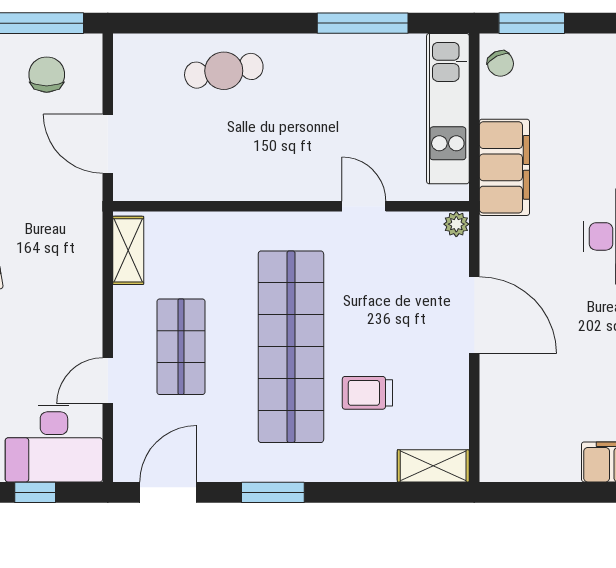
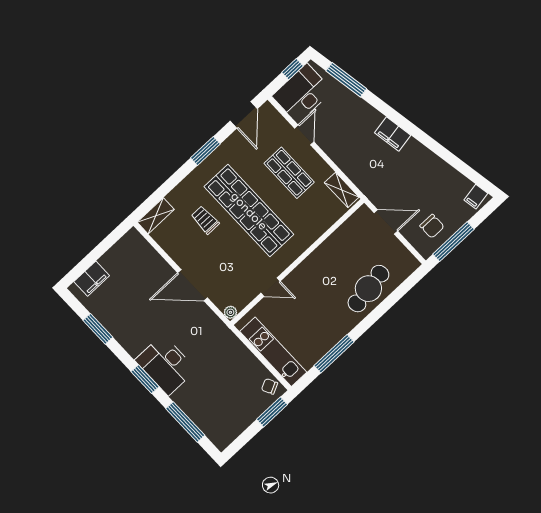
cafe table: (224, 71) -> (368, 289), width x1.37, depth x1.35
filing cabinet: (504, 167) -> (232, 350), removed
trolley: (367, 393) -> (205, 220), turned -90

